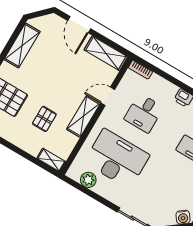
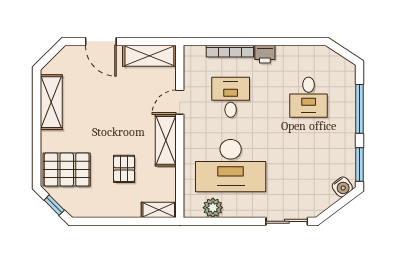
bookcase: (140, 70) -> (230, 51), moved, width x1.56
desk: (144, 113) -> (231, 97), turned 180
desk: (117, 159) -> (231, 166), turned 180

